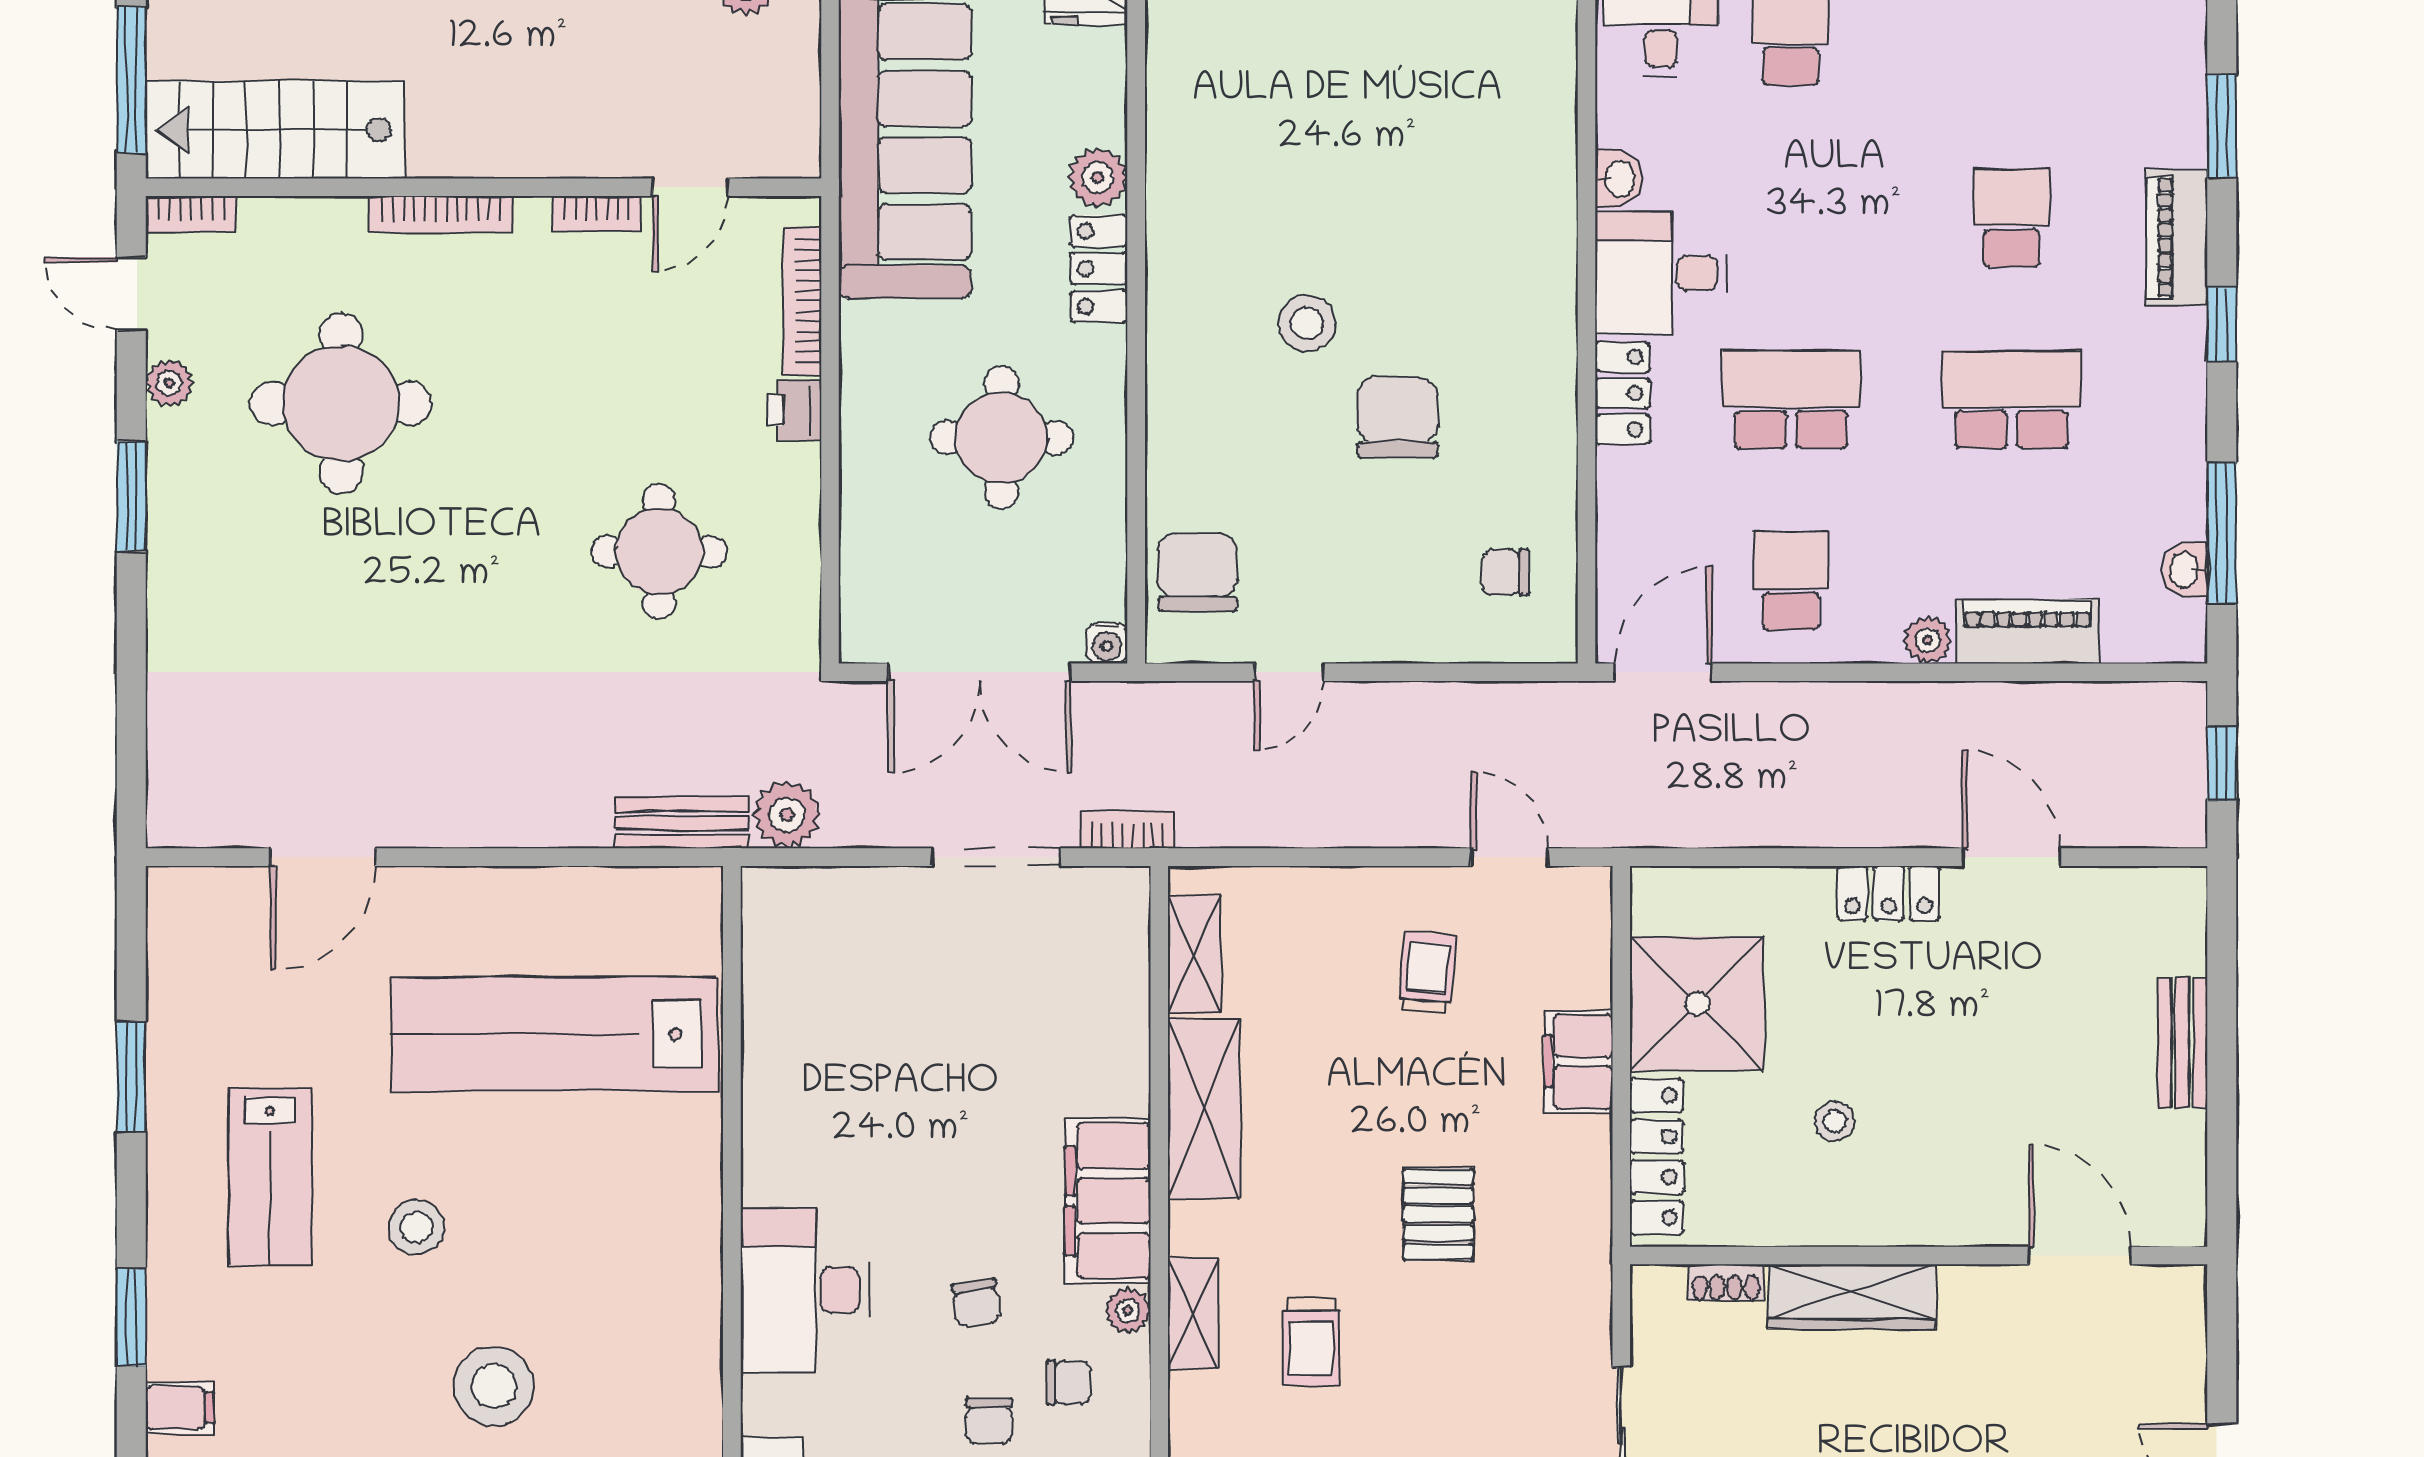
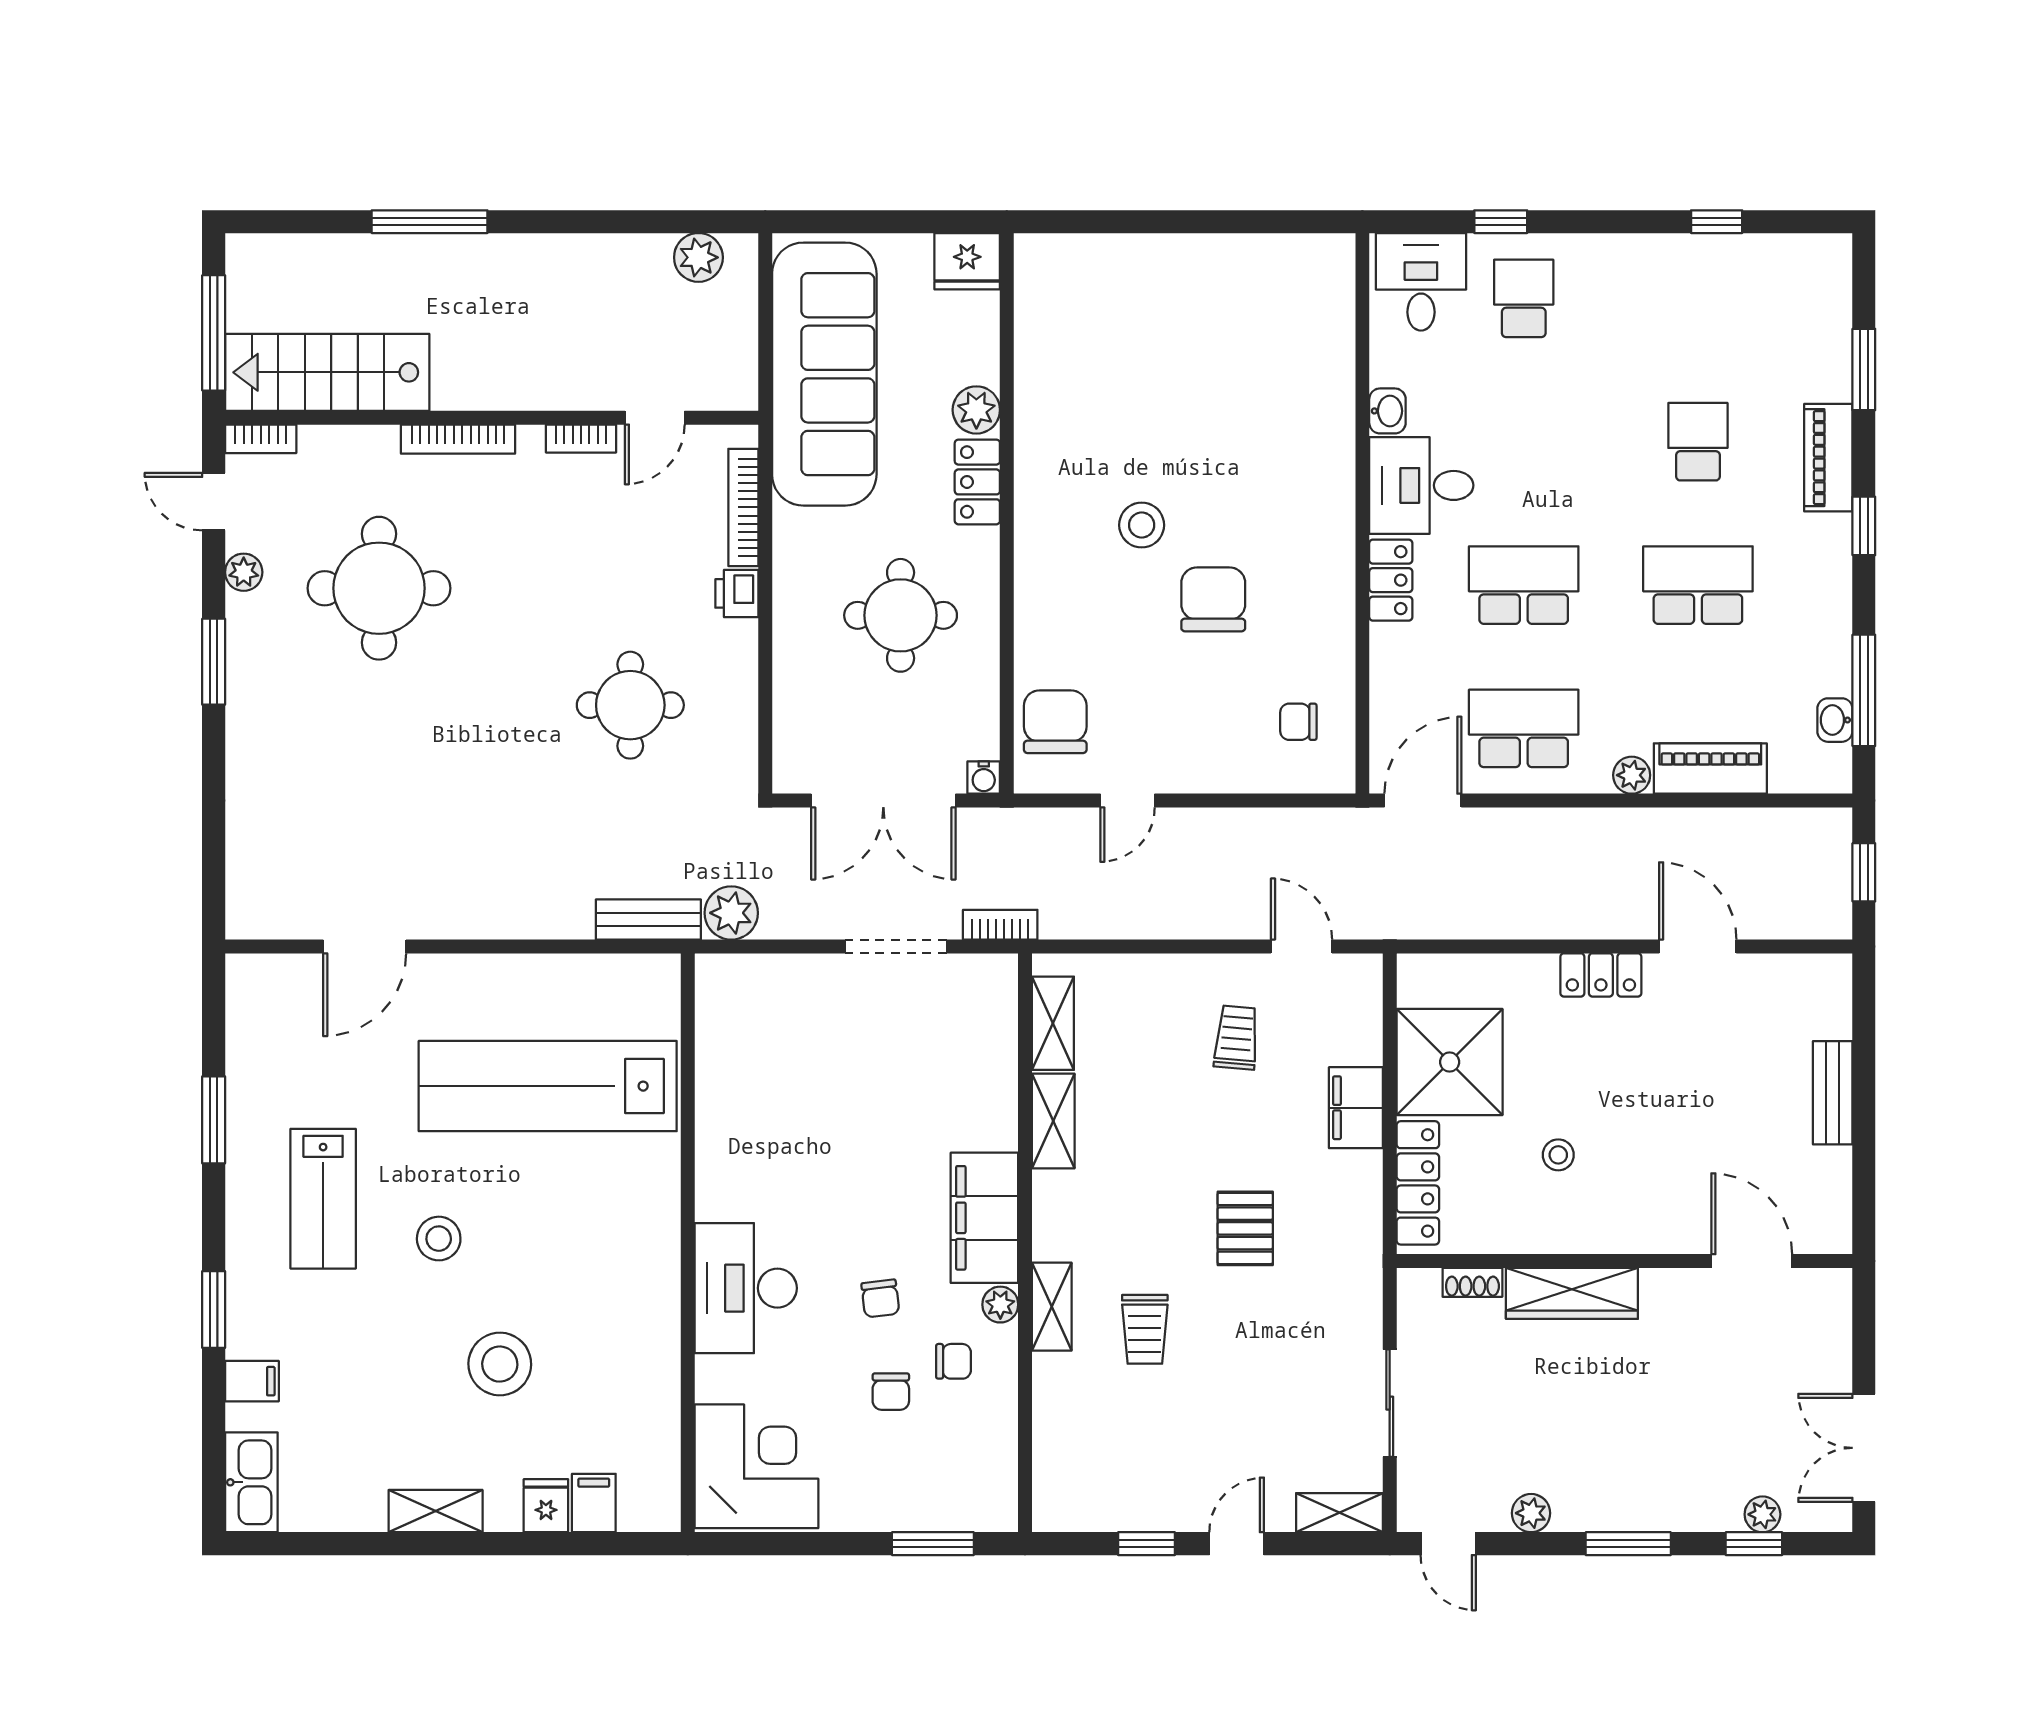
school desk: (1791, 581) -> (1524, 728), width x1.85
shelving: (1204, 1108) -> (1053, 1121), width x0.67, depth x0.75

